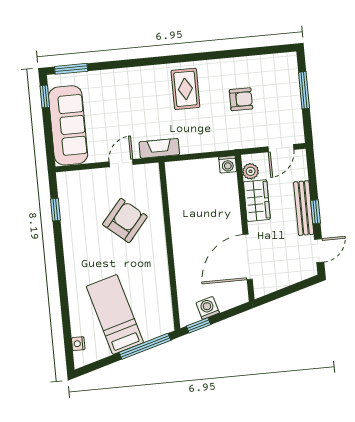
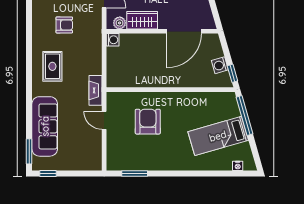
rug: (185, 89) -> (52, 66), turned 90
armchair: (241, 99) -> (64, 25), turned 90
sofa: (68, 125) -> (45, 126), moved, turned 90
window: (55, 210) -> (135, 173), width x1.50
armchair: (125, 220) -> (148, 122), turned 50
door: (248, 257) -> (184, 31), hinge flipped

